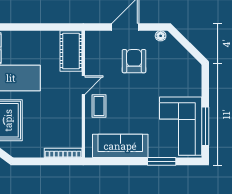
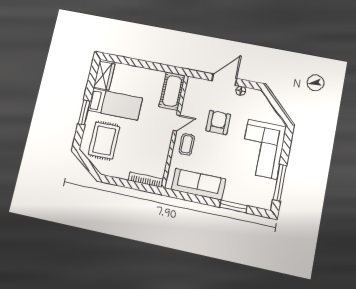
floor lamp: (161, 36) -> (241, 91), moved
armchair: (134, 61) -> (218, 123), moved
corner sofa: (181, 126) -> (262, 149), moved

